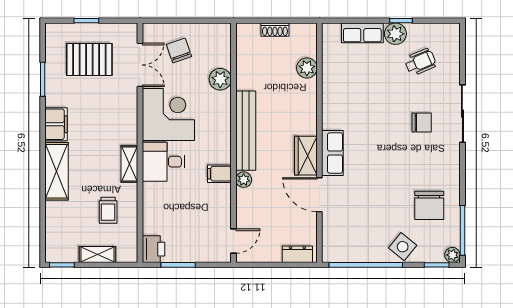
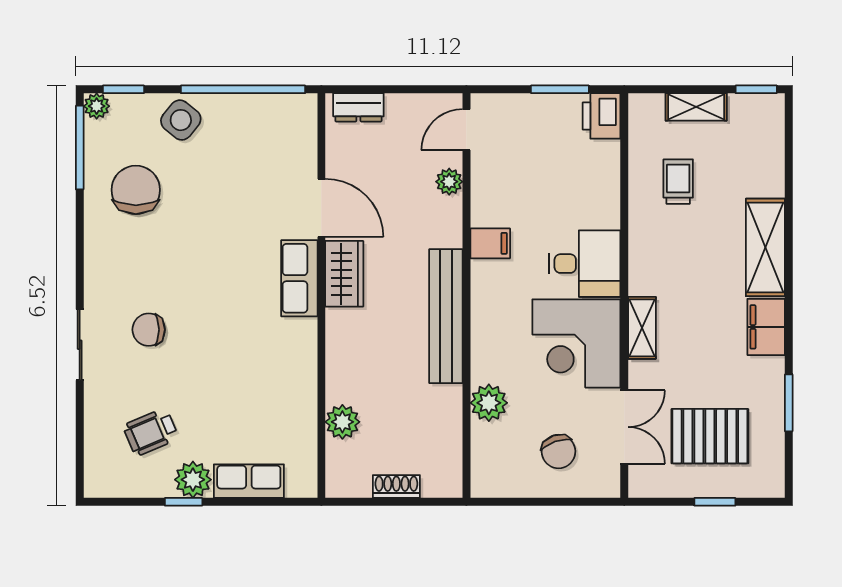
double door: (140, 65) -> (624, 427), swing flipped
sliding door: (462, 114) -> (80, 345), width x0.73
shelving: (129, 164) -> (642, 328), moved
plant: (244, 180) -> (449, 182), moved

